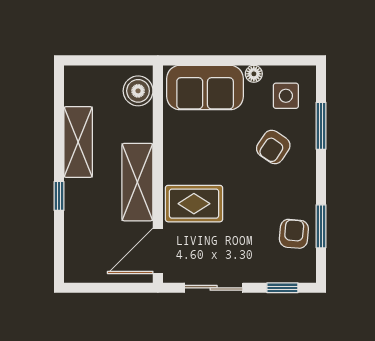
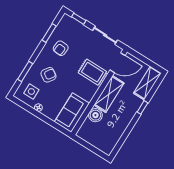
sofa: (205, 88) -> (72, 113), moved, turned -90
boiler: (138, 91) -> (95, 115), moved
shelving: (78, 142) -> (147, 83), moved
armchair: (294, 234) -> (61, 48), moved

